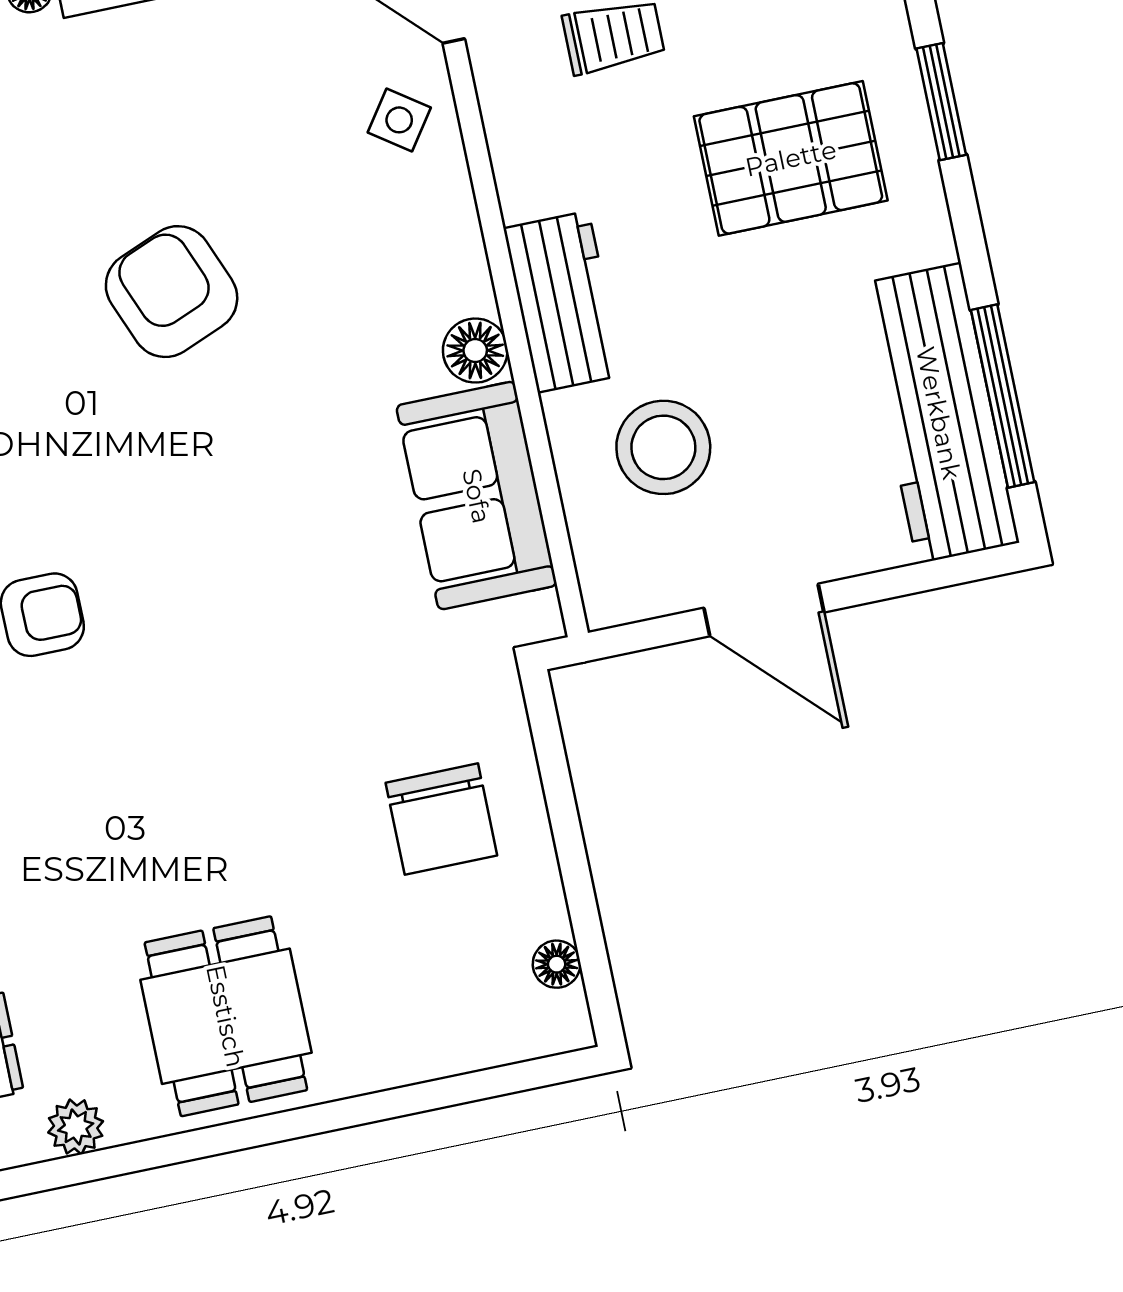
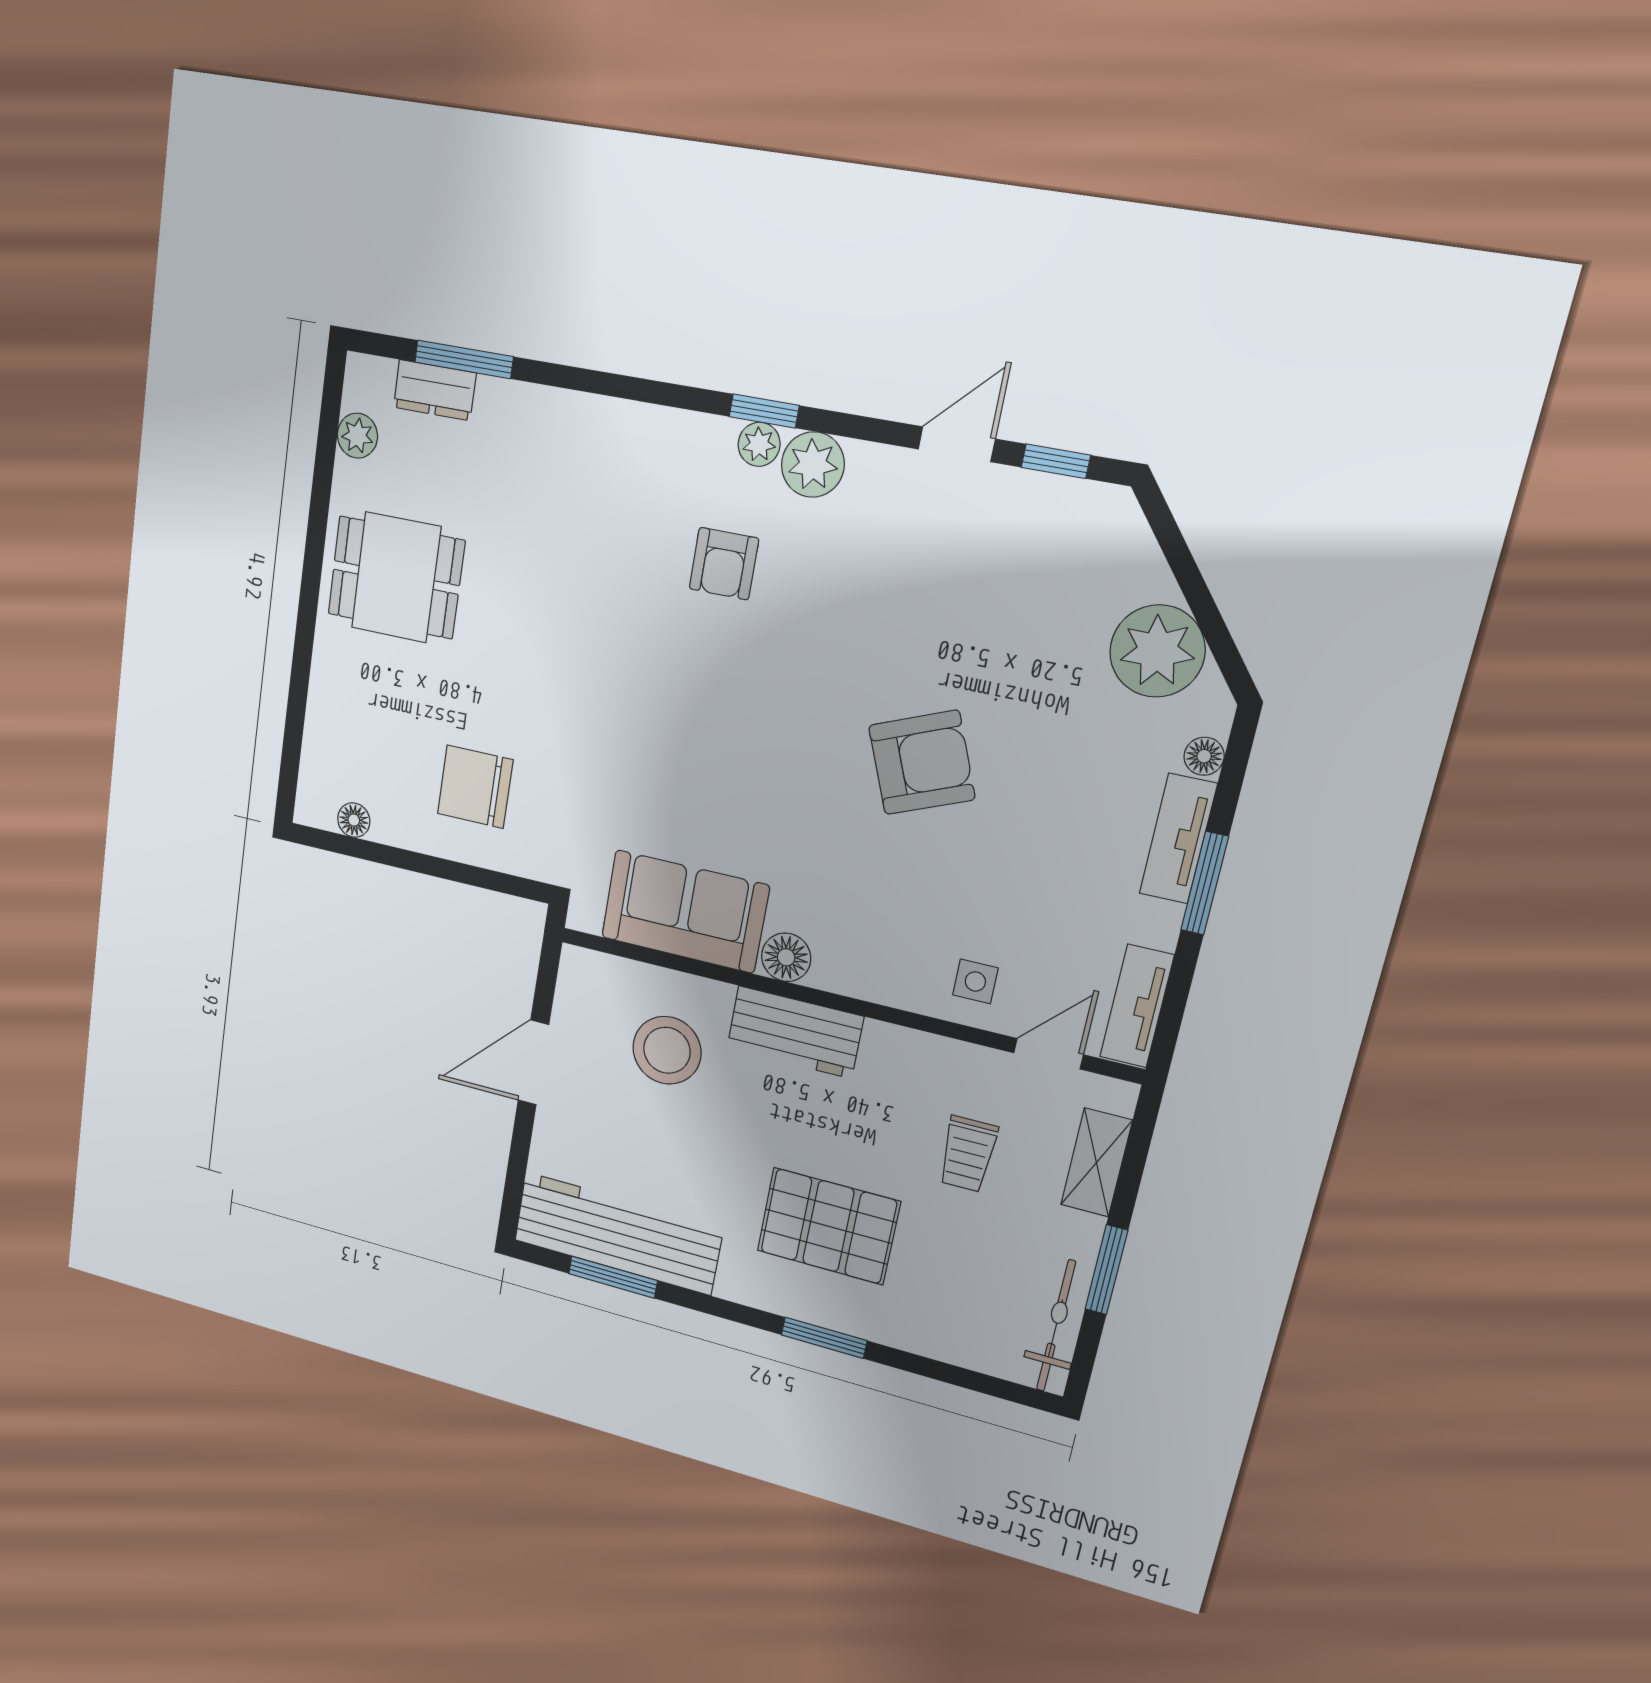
side table: (399, 120) -> (975, 981), turned -35
pallet: (791, 158) -> (828, 1226), turned 90
window: (1003, 396) -> (613, 1277), width x0.69

